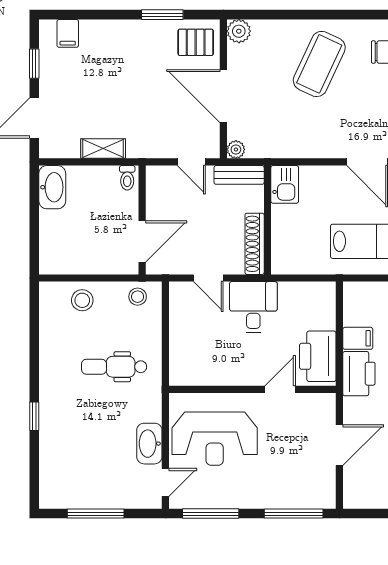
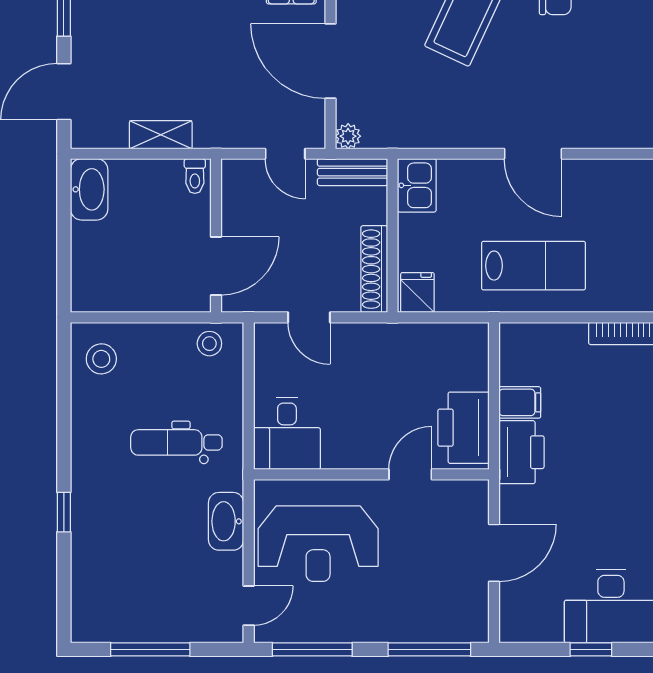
fridge: (285, 260) -> (417, 292), added
stool: (82, 300) -> (101, 359), moved
desk: (253, 307) -> (287, 433), moved, turned 180
washbasin: (149, 444) -> (226, 521), moved

